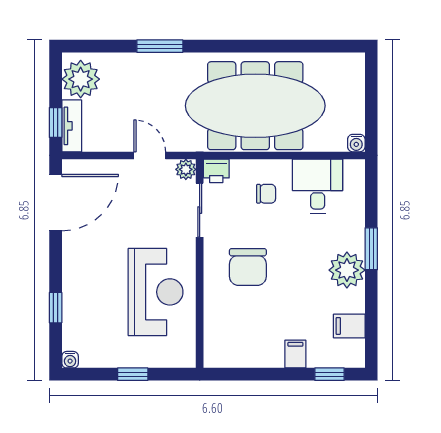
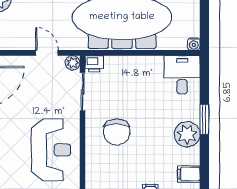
desk: (318, 186) -> (182, 75), moved
chair: (266, 194) -> (130, 80), removed

